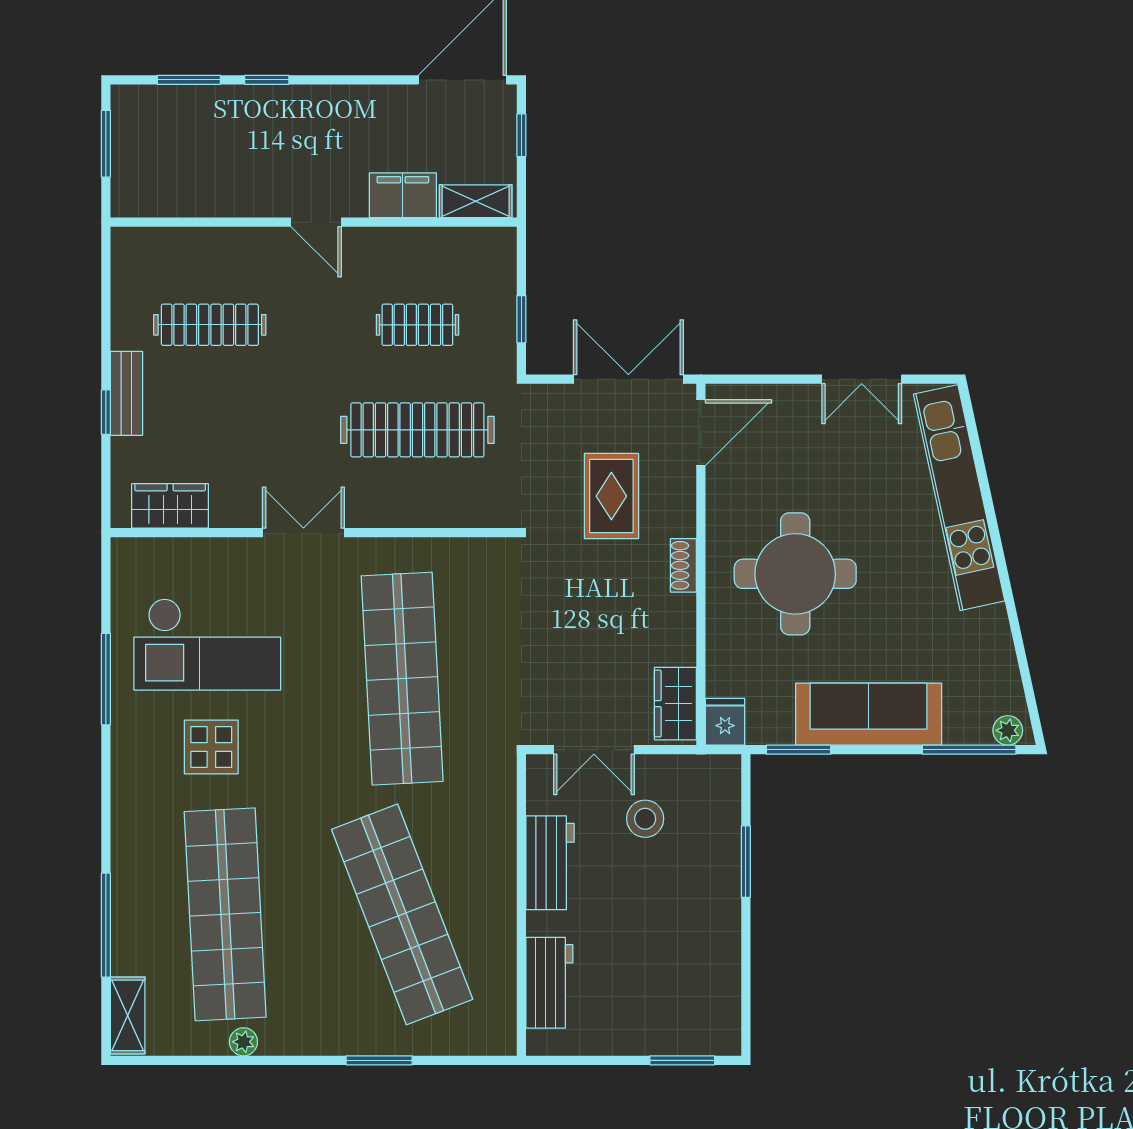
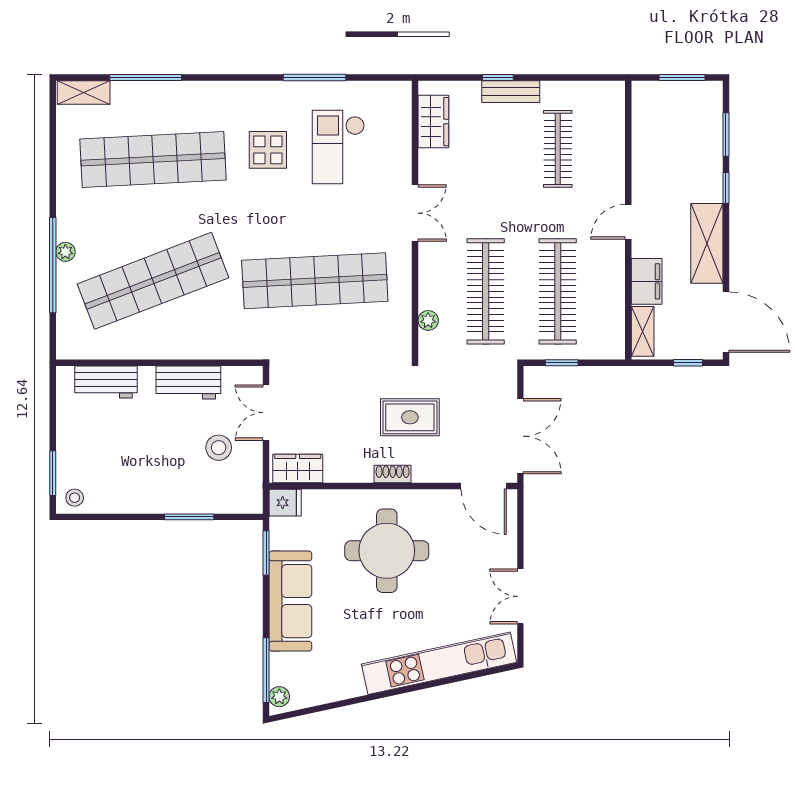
shelving: (348, 108) -> (707, 243), added
clothes rail: (417, 325) -> (558, 291), width x1.86, depth x1.31
rug: (611, 496) -> (410, 417), moved
plant: (460, 514) -> (428, 320), added
checkout: (207, 644) -> (338, 147), width x0.73, depth x0.83
stool: (718, 1029) -> (75, 498), added
plant: (243, 1042) -> (65, 252), moved
window: (379, 1060) -> (53, 265), width x2.11

